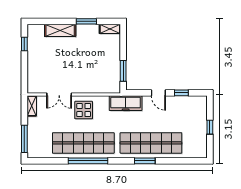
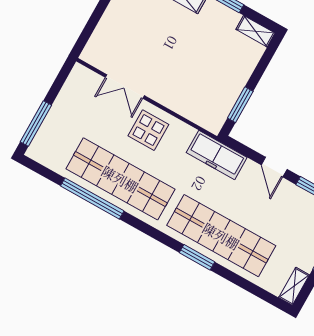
shelving: (32, 106) -> (294, 286), moved
window: (88, 161) -> (92, 198), moved

